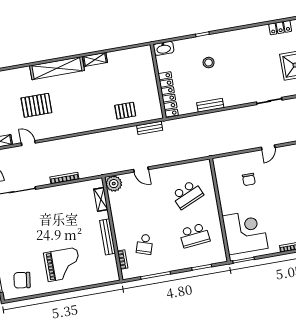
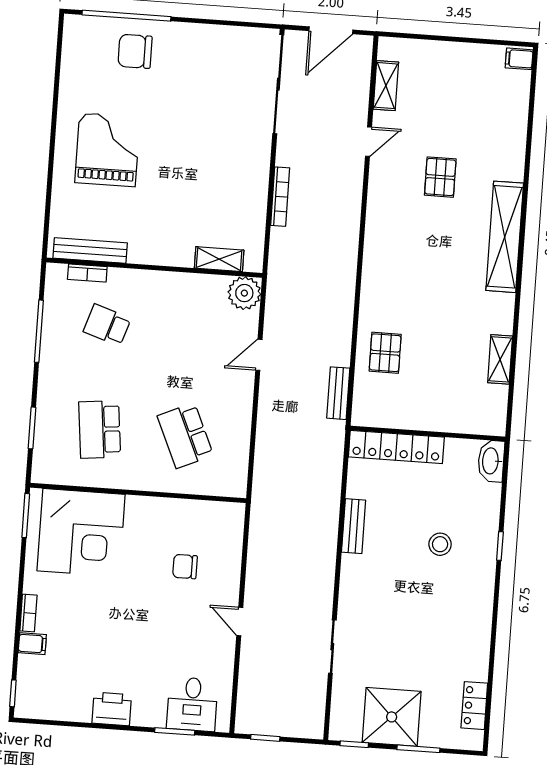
shelving: (95, 59) -> (500, 359), moved
pallet: (36, 105) -> (440, 177), width x0.67, depth x0.71
bench: (108, 237) -> (90, 250), moved
grand piano: (63, 264) -> (107, 150), turned 180
chair: (22, 280) -> (135, 51), moved, turned -98

